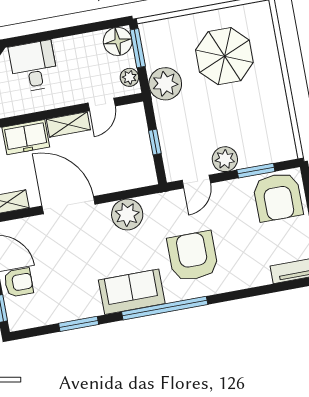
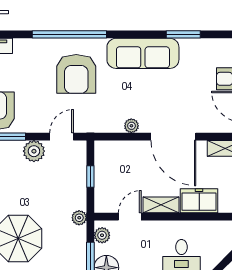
plant: (165, 84) -> (79, 218), width x0.53, depth x0.53
plant: (127, 214) -> (131, 126), width x0.53, depth x0.53
sofa: (132, 292) -> (143, 53), width x1.36
window: (165, 308) -> (69, 34), moved

